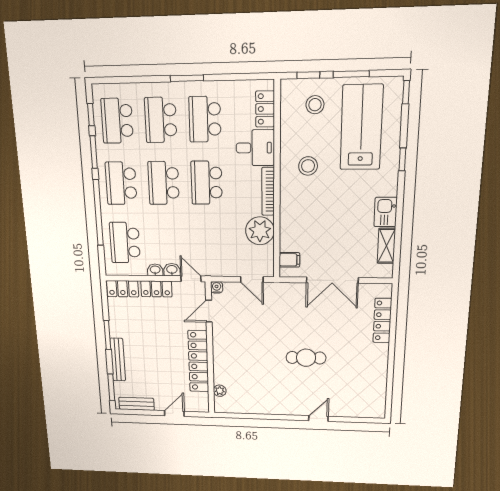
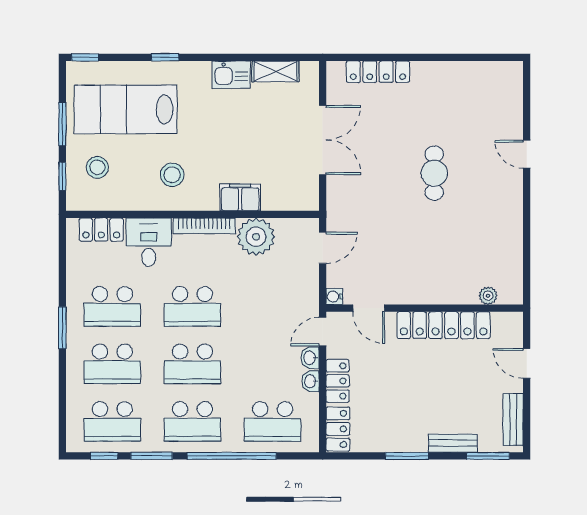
filing cabinet: (289, 260) -> (240, 197), moved, width x2.00
bench: (118, 360) -> (453, 443), width x0.73

